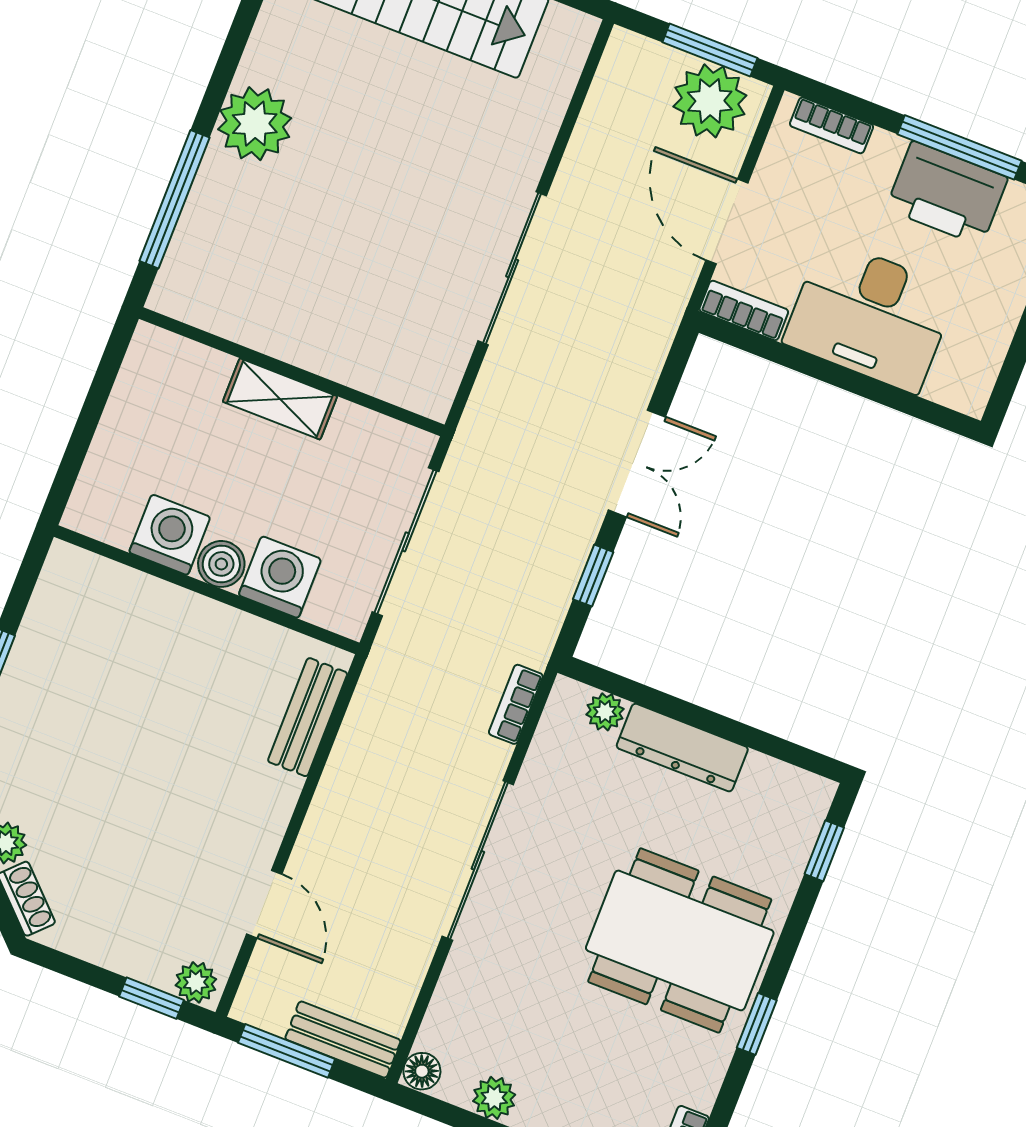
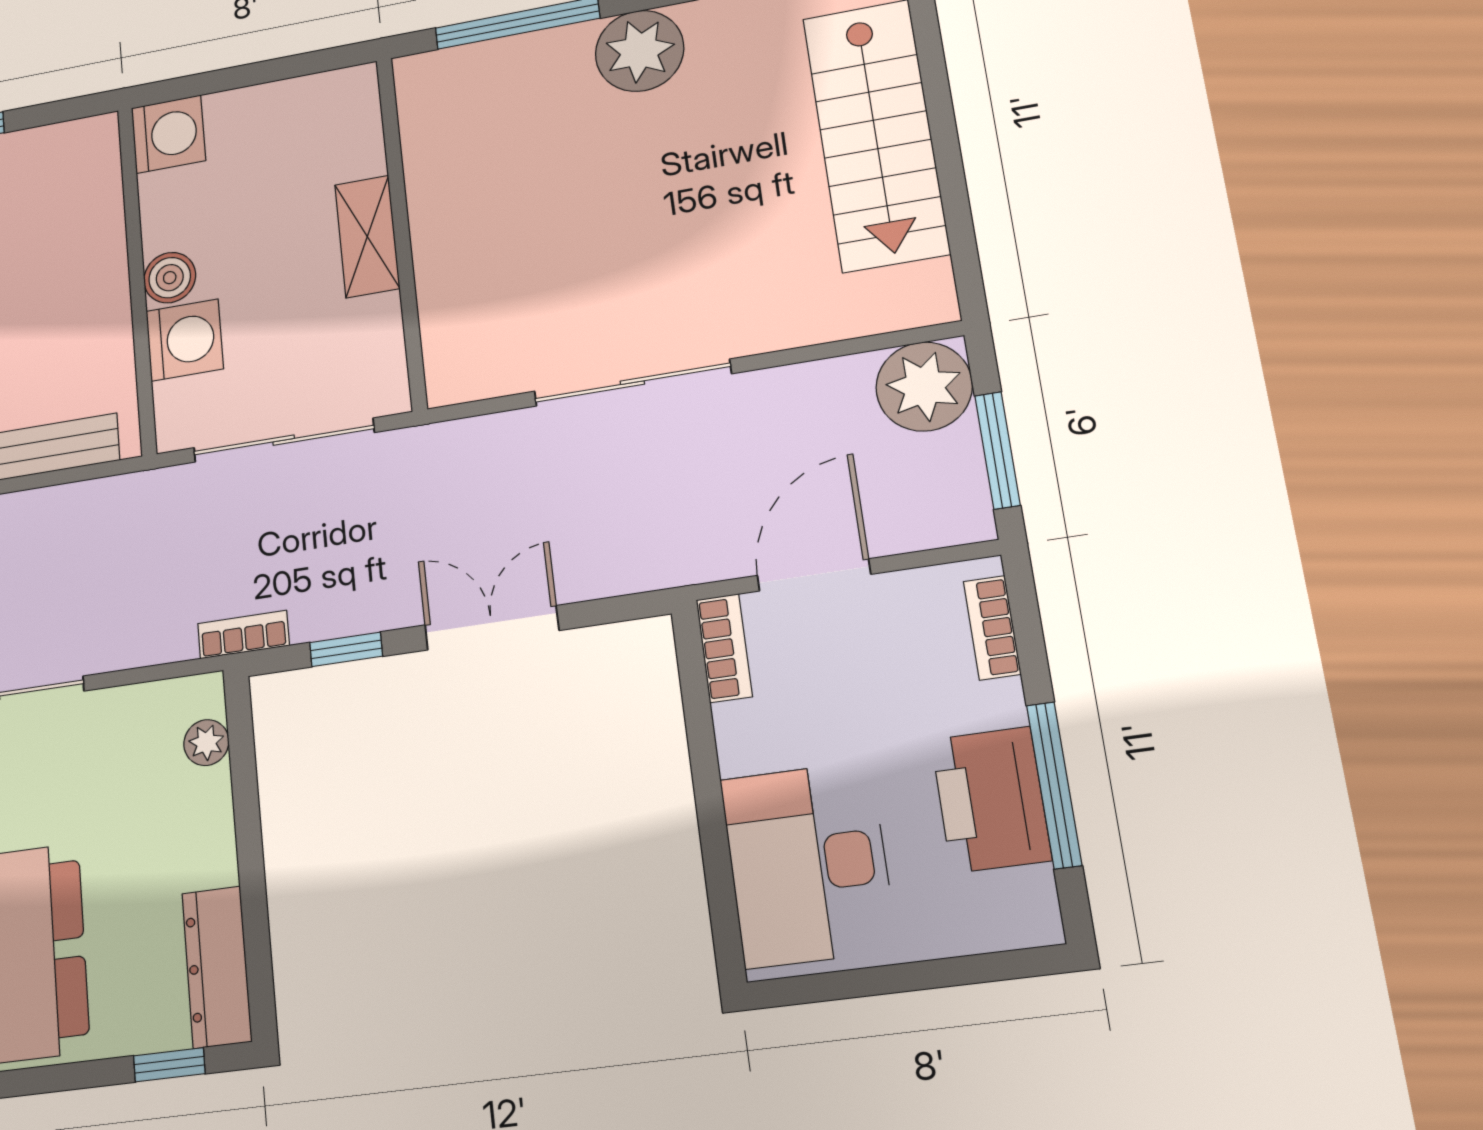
plant: (710, 101) -> (924, 387), moved
desk: (870, 316) -> (808, 864), moved
double door: (637, 463) -> (492, 628), swing flipped
washing machine: (170, 535) -> (168, 134), moved
bookcase: (516, 704) -> (243, 635), moved
dresser: (682, 748) -> (217, 967), moved

